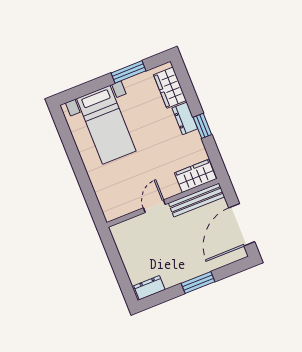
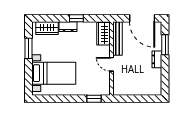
window: (92, 201) -> (94, 99), added
window: (198, 283) -> (165, 45), moved
dresser: (149, 288) -> (157, 59), moved

